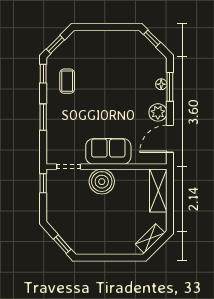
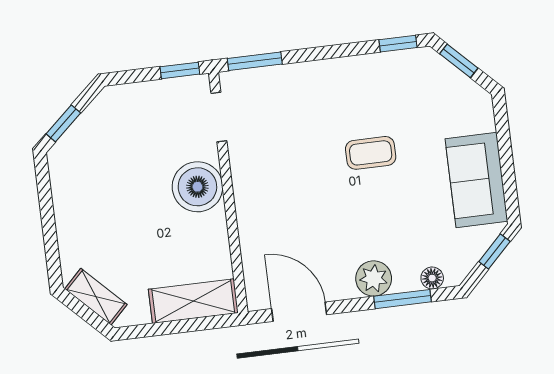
coffee table: (67, 81) -> (371, 153), moved
floor lamp: (161, 84) -> (432, 278), moved
plant: (158, 112) -> (374, 278), moved
window: (43, 117) -> (255, 61), moved
sofa: (108, 151) -> (476, 180), moved, turned 180

